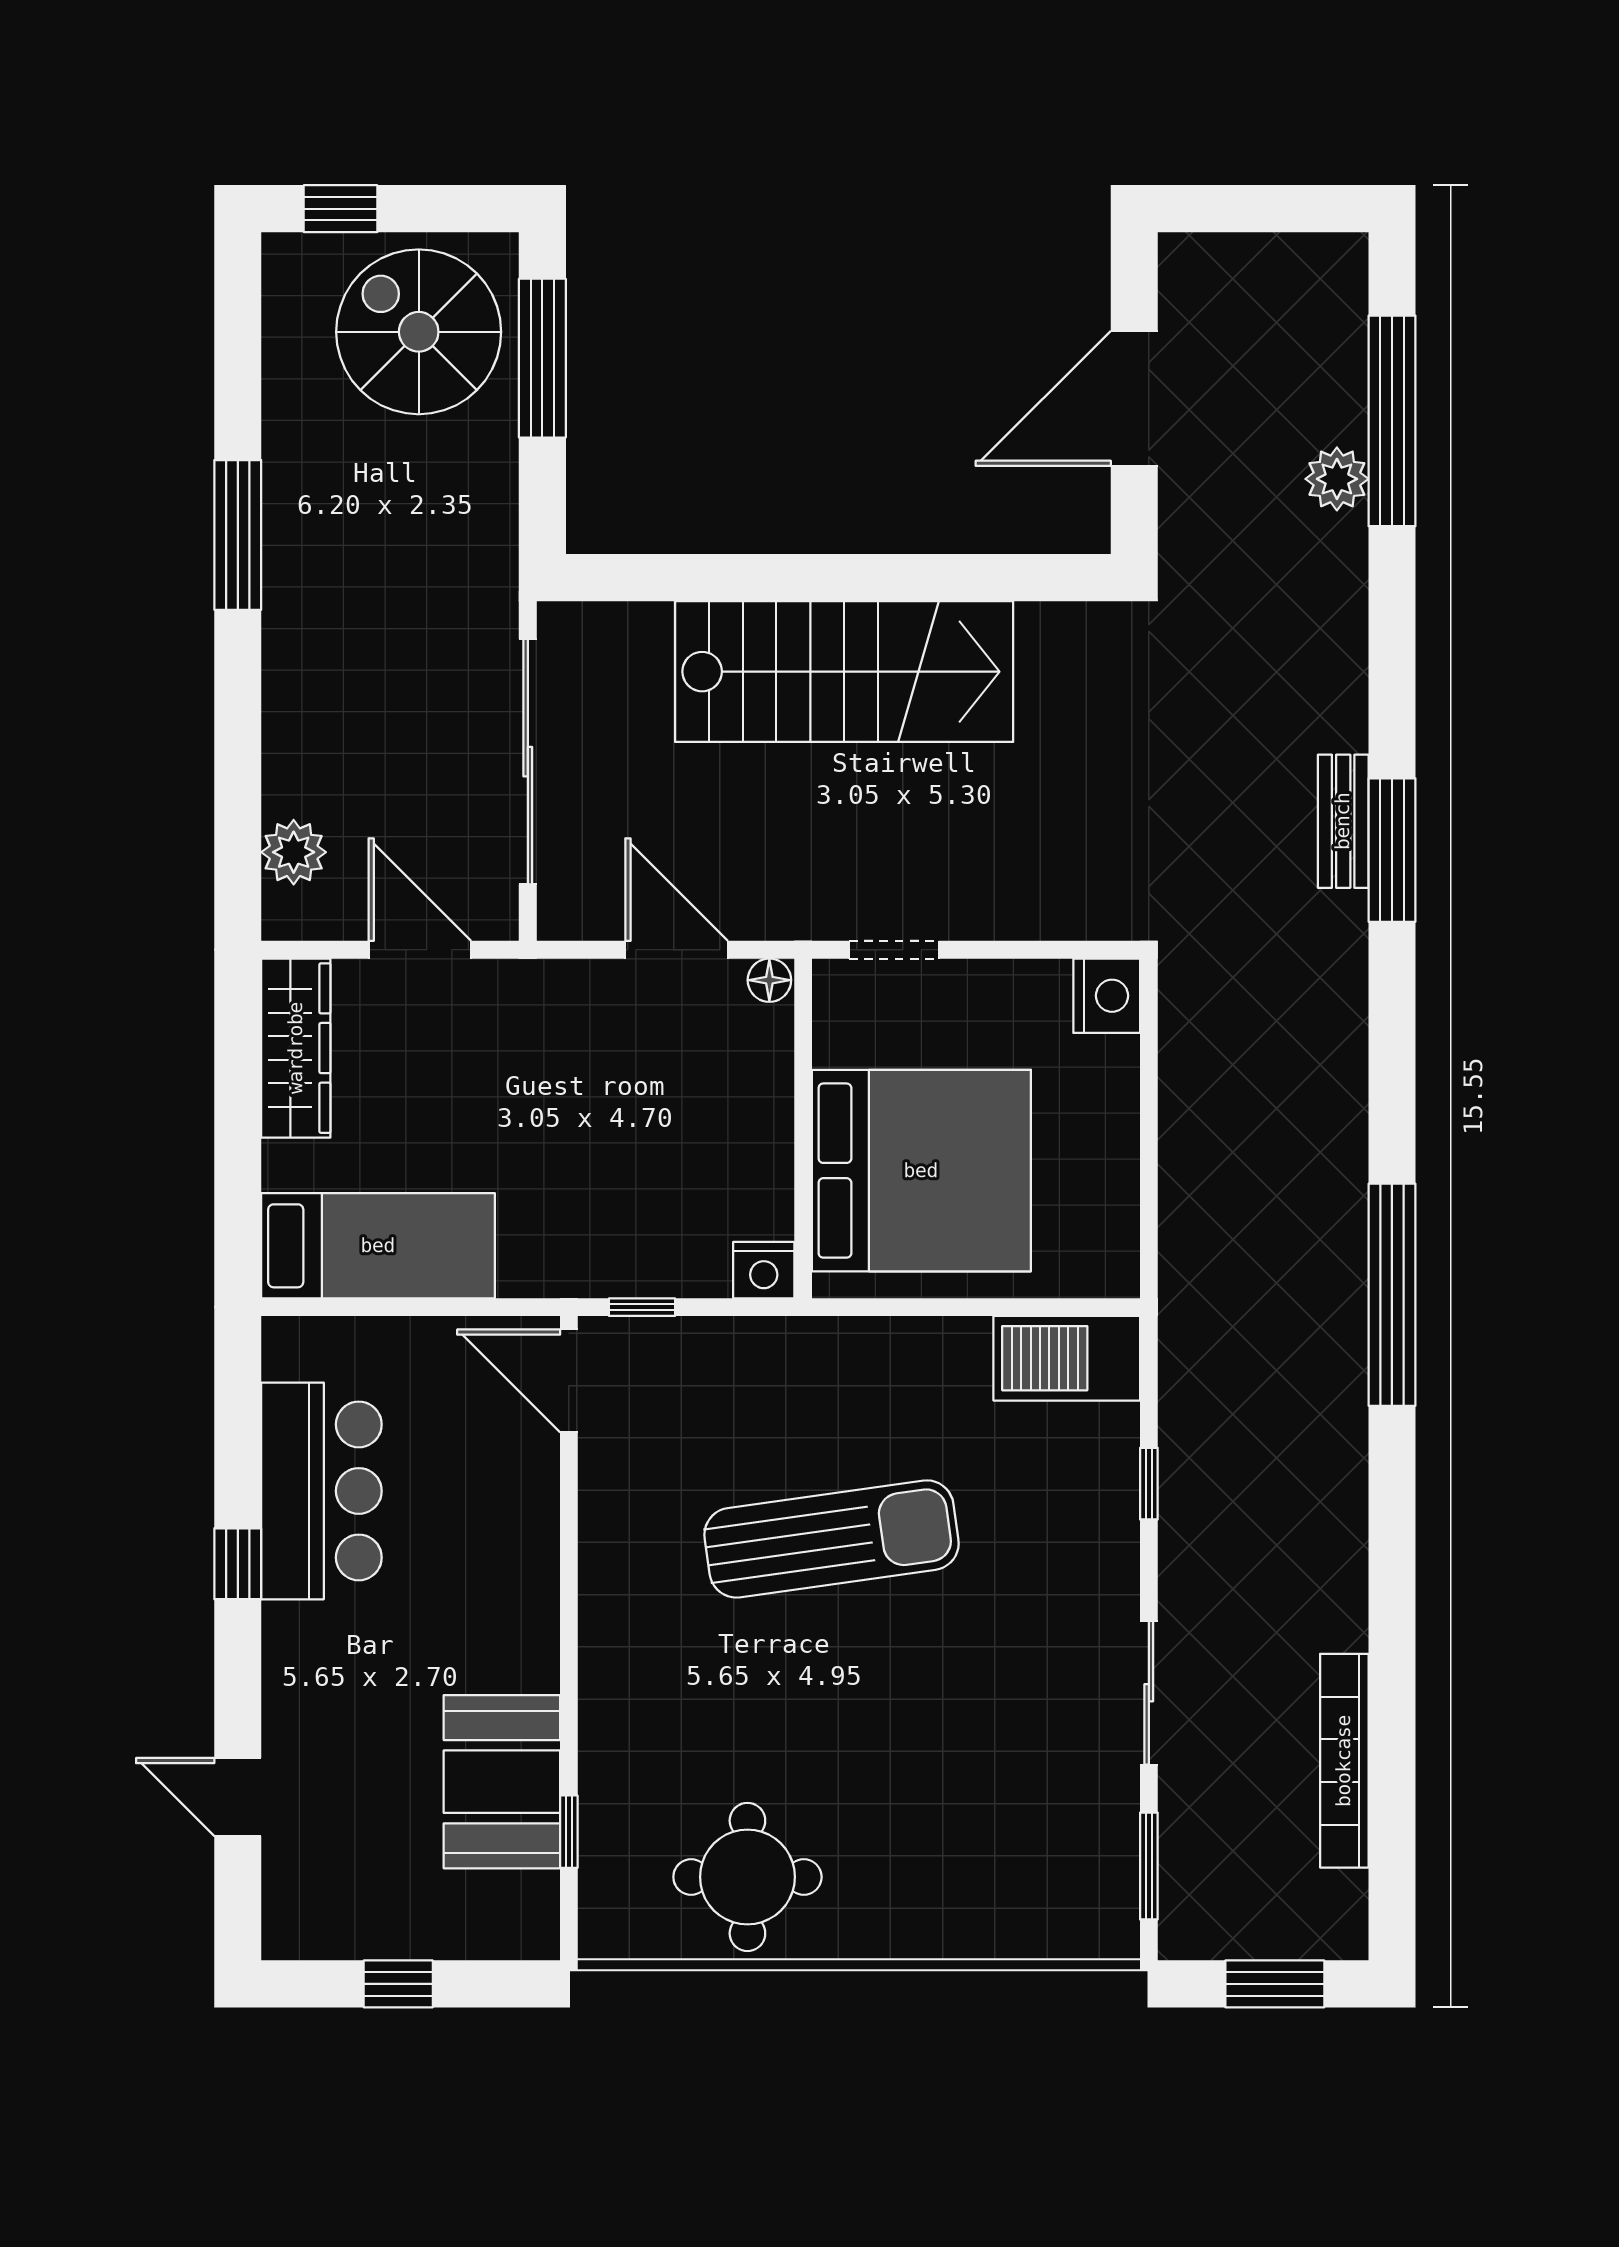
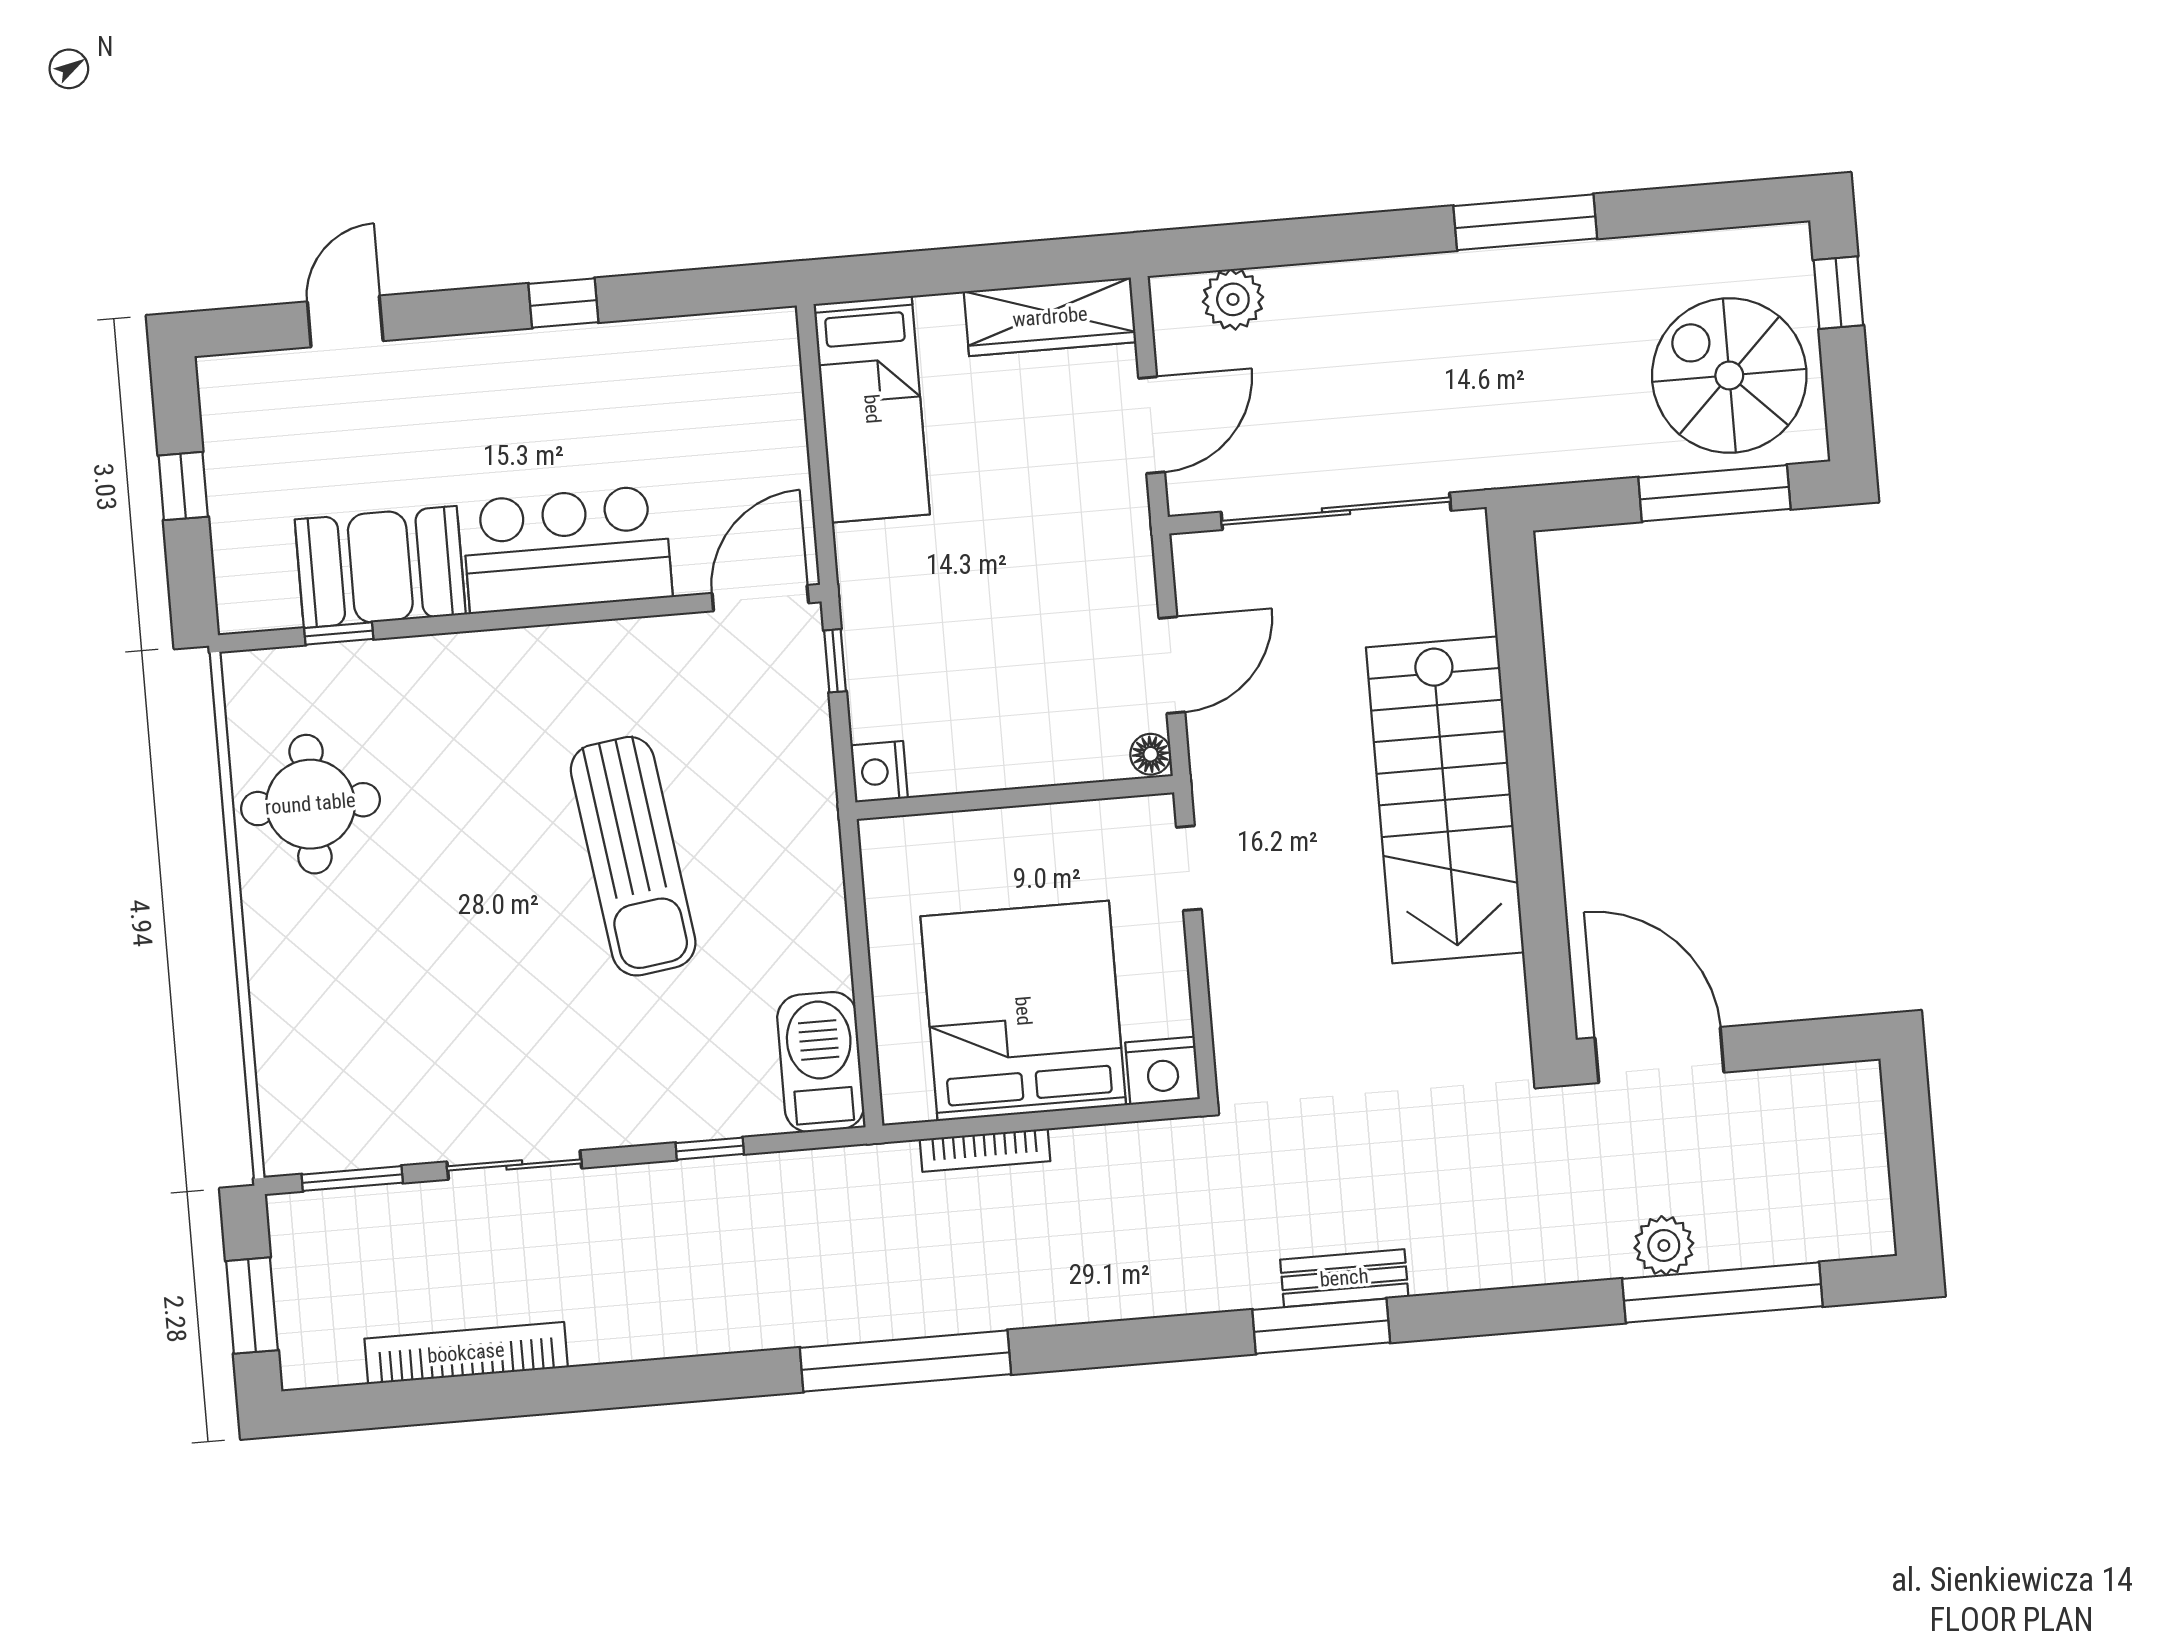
spiral stairs: (419, 332) -> (1729, 375), turned -90
door: (1134, 398) -> (1659, 1055), moved
bed: (921, 1171) -> (1023, 1011), moved, turned 180
bookcase: (1175, 1191) -> (985, 1150), added
bar counter: (321, 1491) -> (567, 549), moved, turned 180

